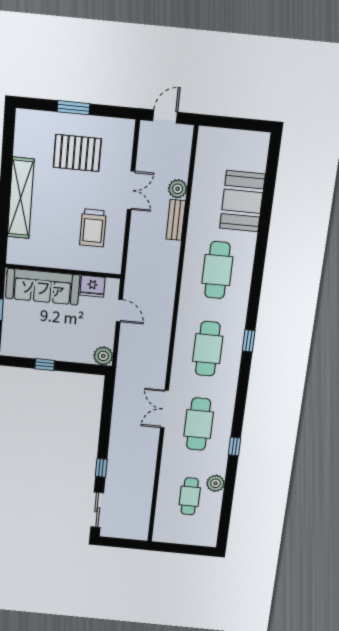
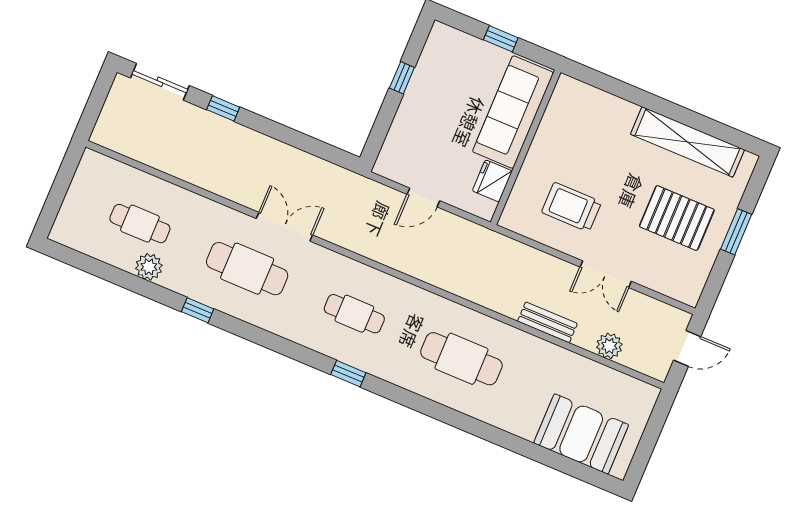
door: (165, 117) -> (687, 348), hinge flipped
pallet: (77, 153) -> (677, 218), turned 90
plant: (178, 189) -> (609, 346), moved
shelving: (21, 198) -> (687, 142), moved
booth: (242, 201) -> (581, 434), moved
door: (119, 311) -> (423, 197), moved
cafe table: (208, 349) -> (354, 314), width x0.73, depth x0.74
plant: (103, 356) -> (389, 164), removed

